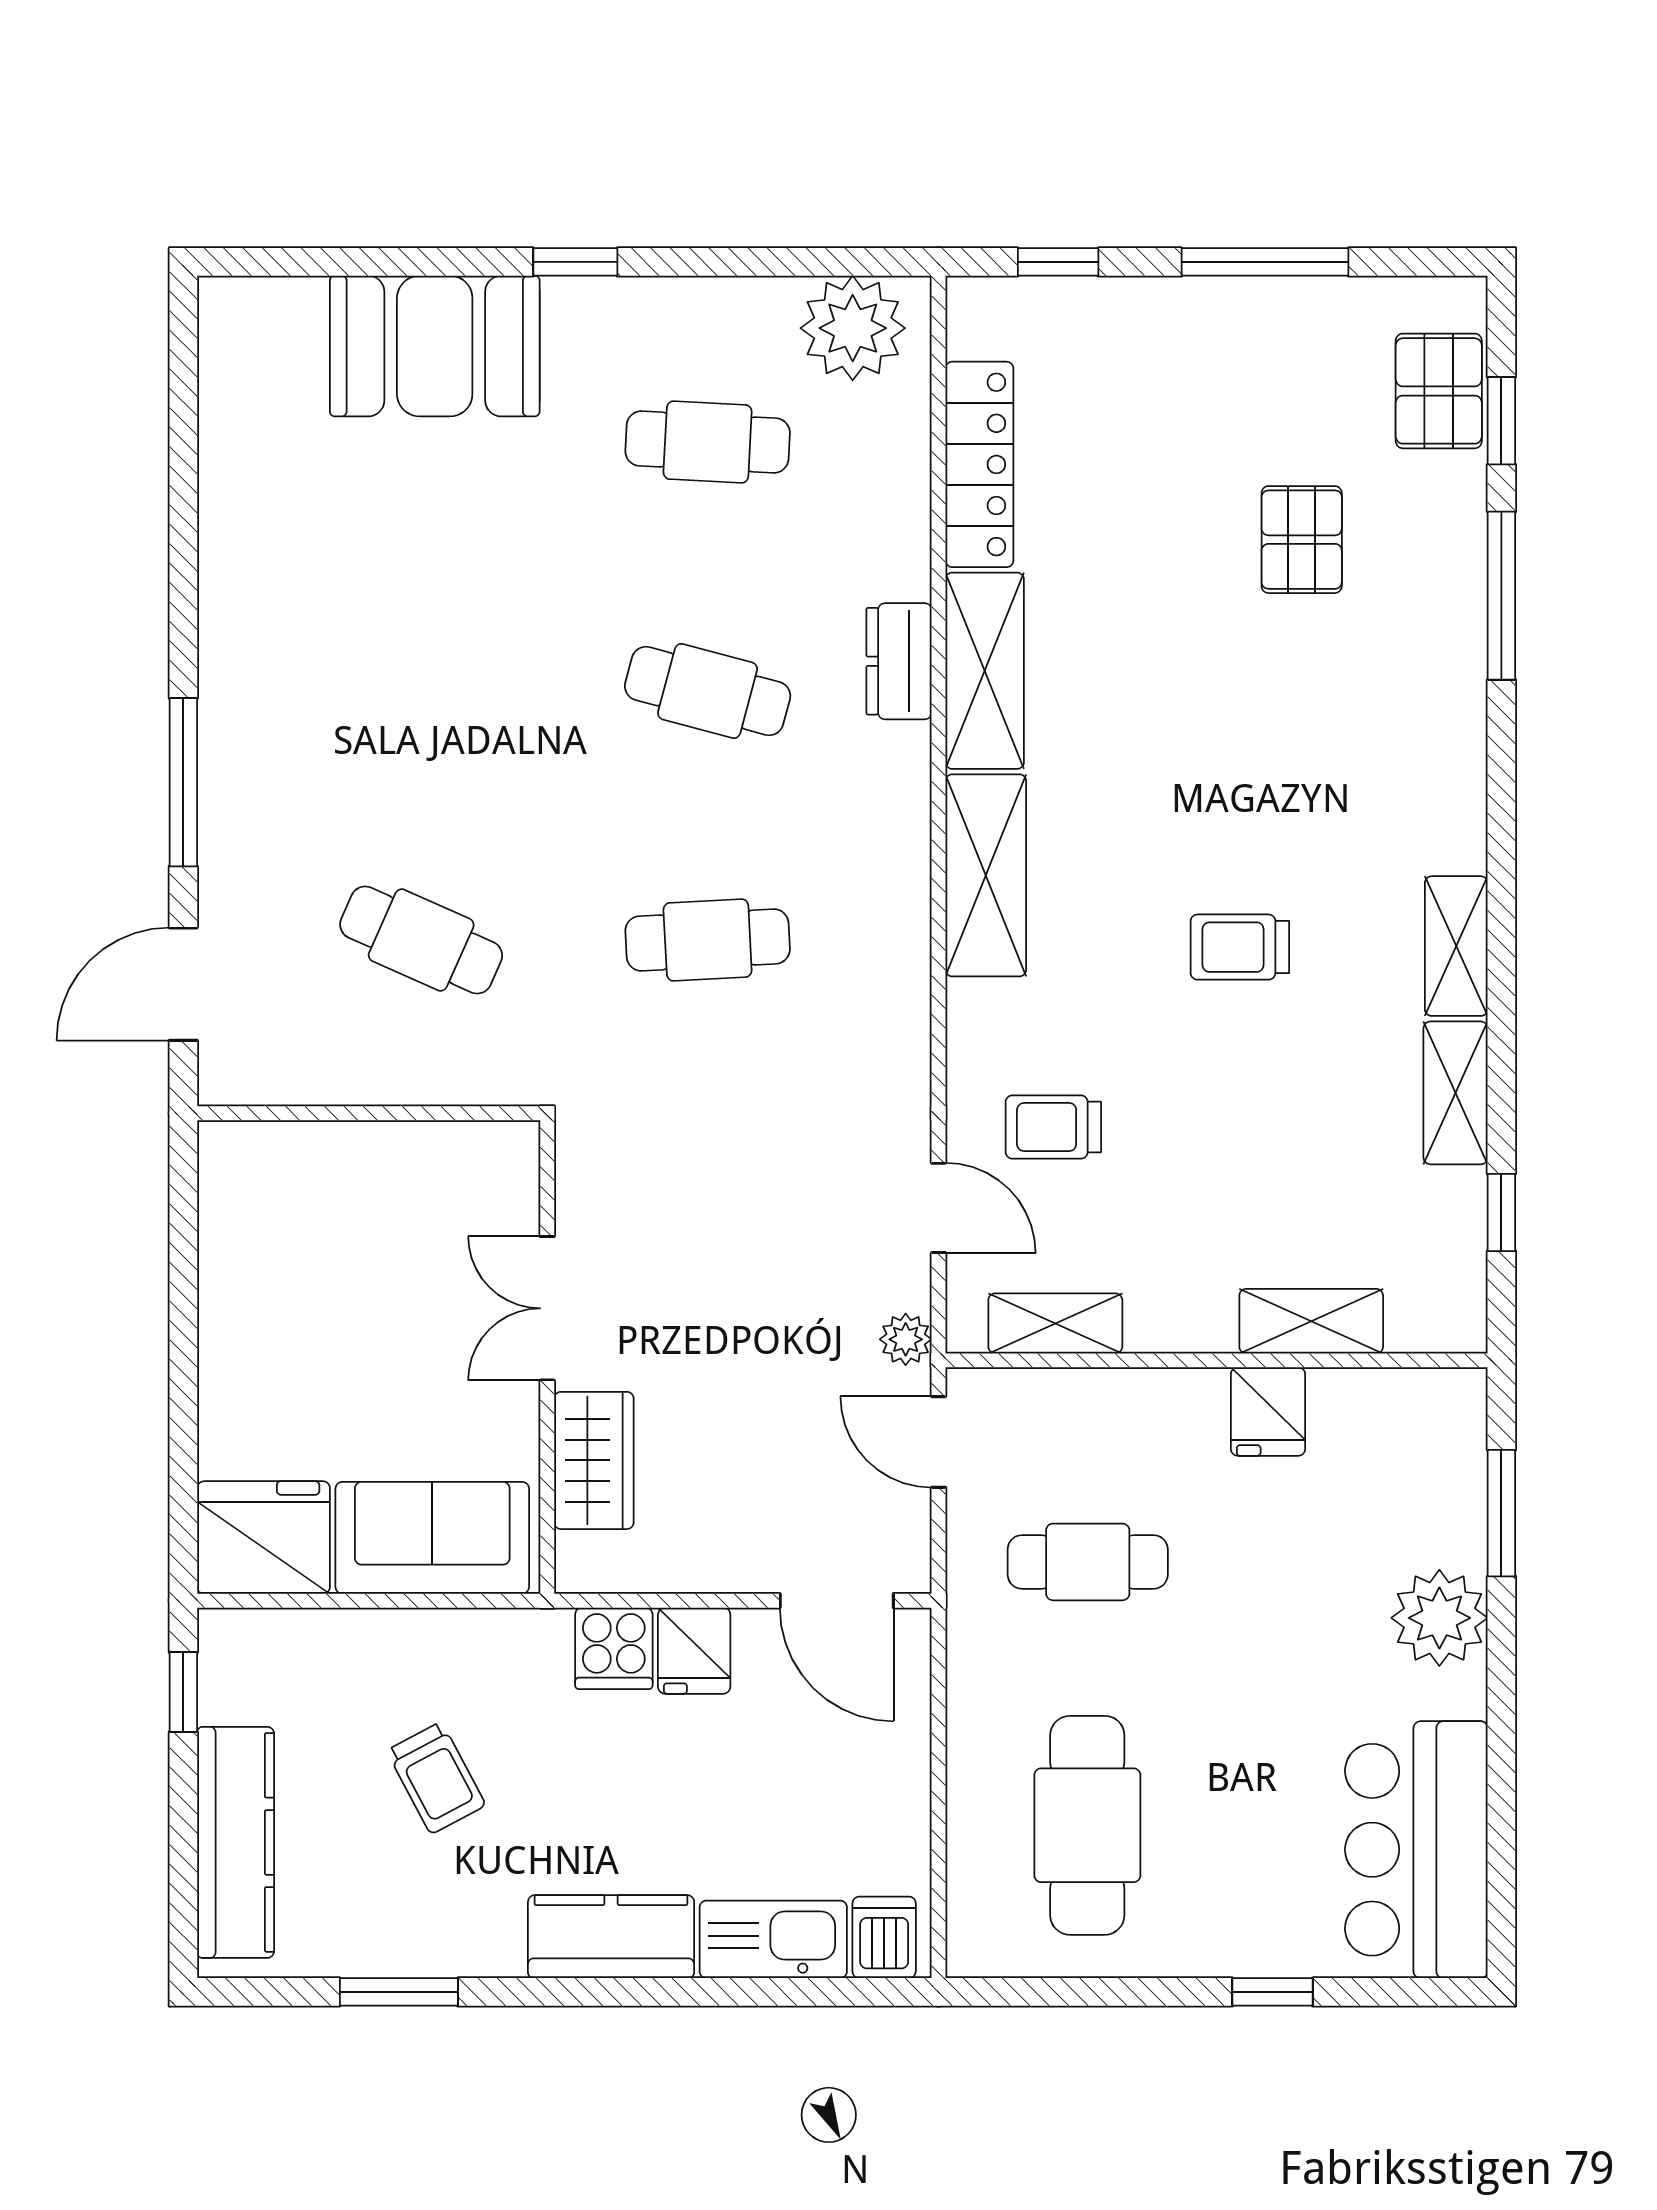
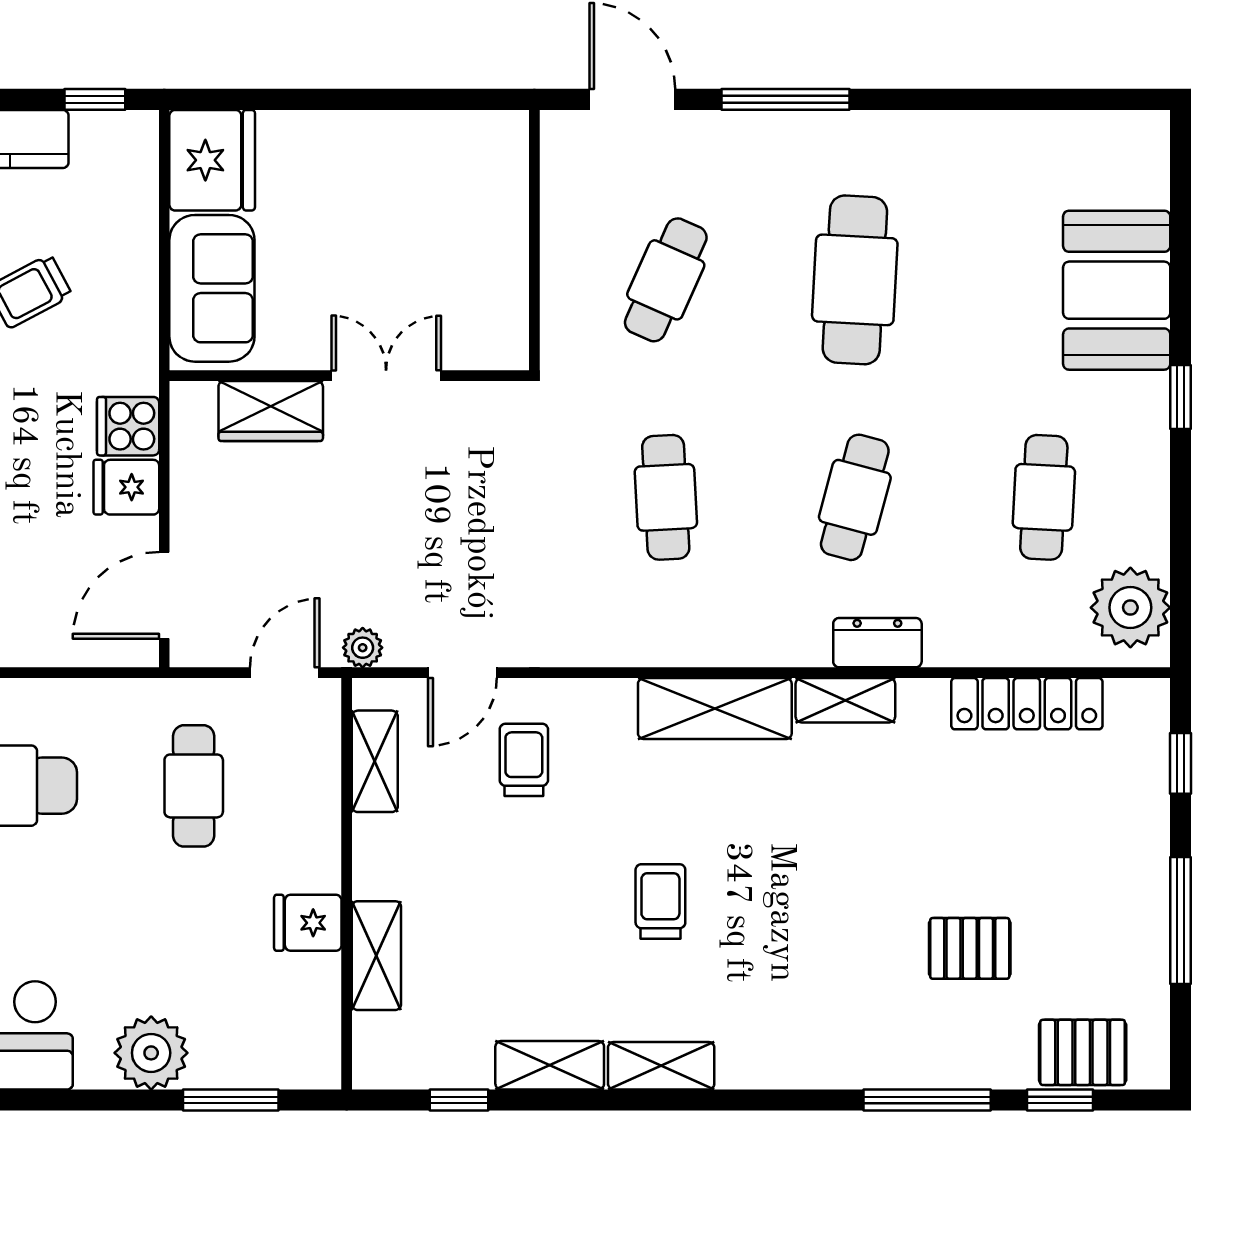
shelving: (985, 671) -> (845, 700), width x0.67, depth x0.75
cafe table: (421, 691) -> (855, 280), added

